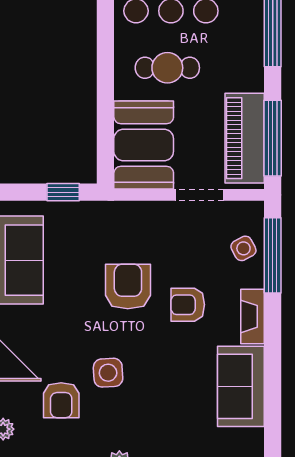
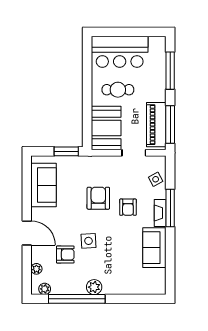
window: (63, 192) -> (66, 151), width x1.50
window: (273, 255) -> (170, 208), moved
armchair: (188, 305) -> (128, 207), turned -90
armchair: (61, 400) -> (65, 255), turned -90

